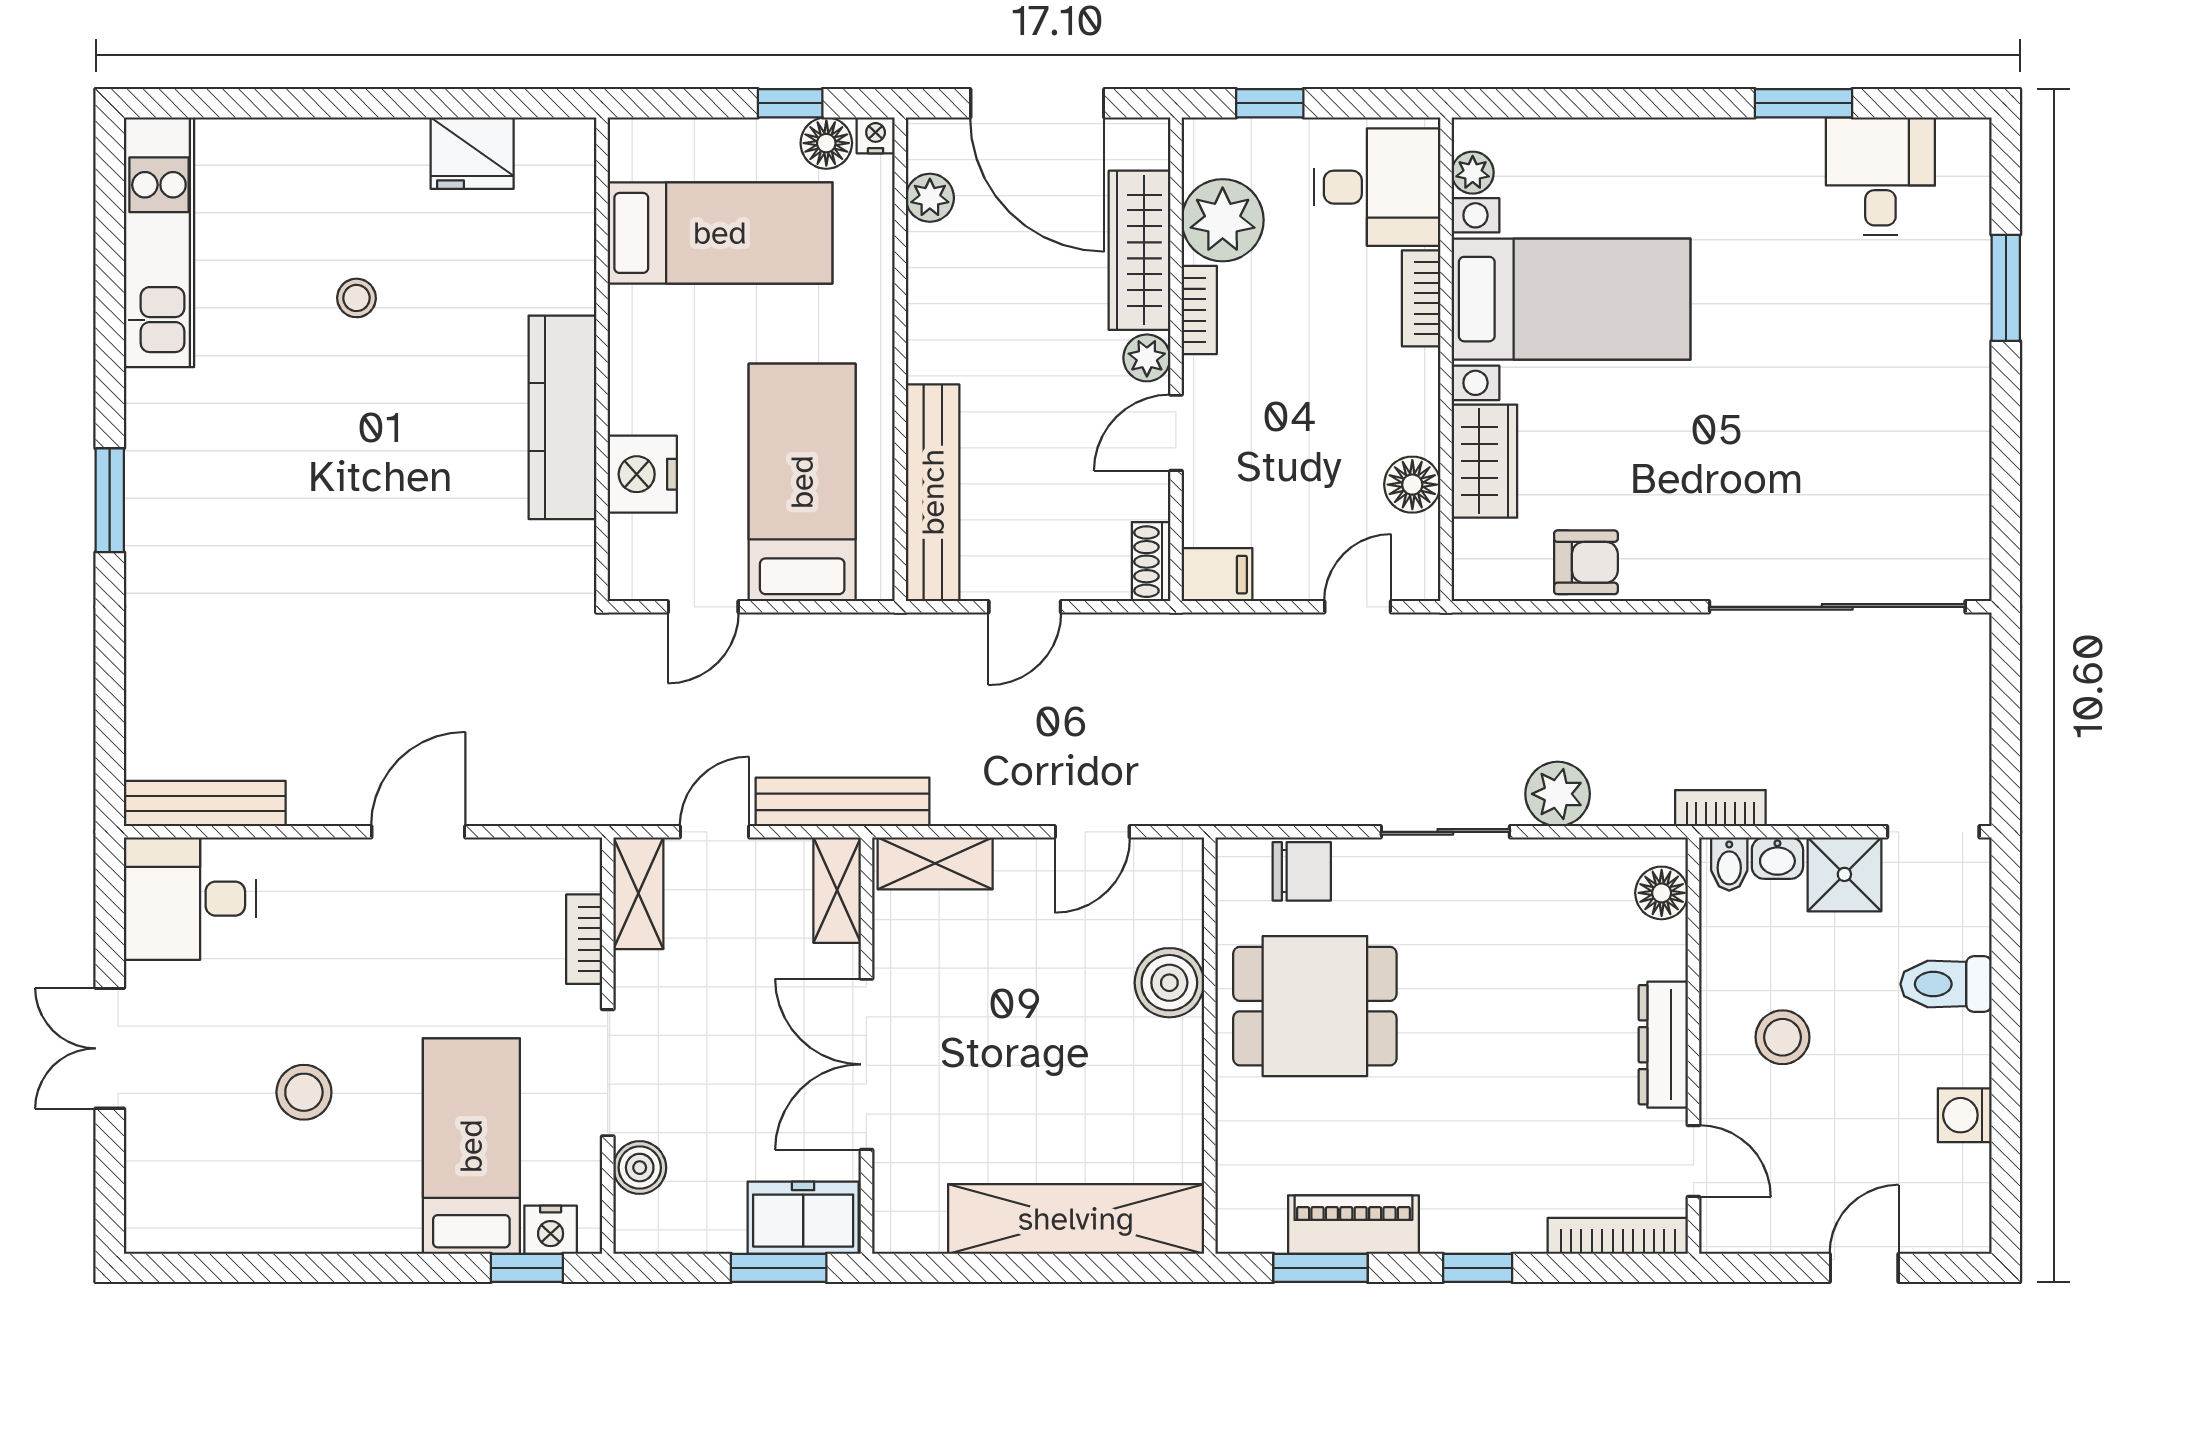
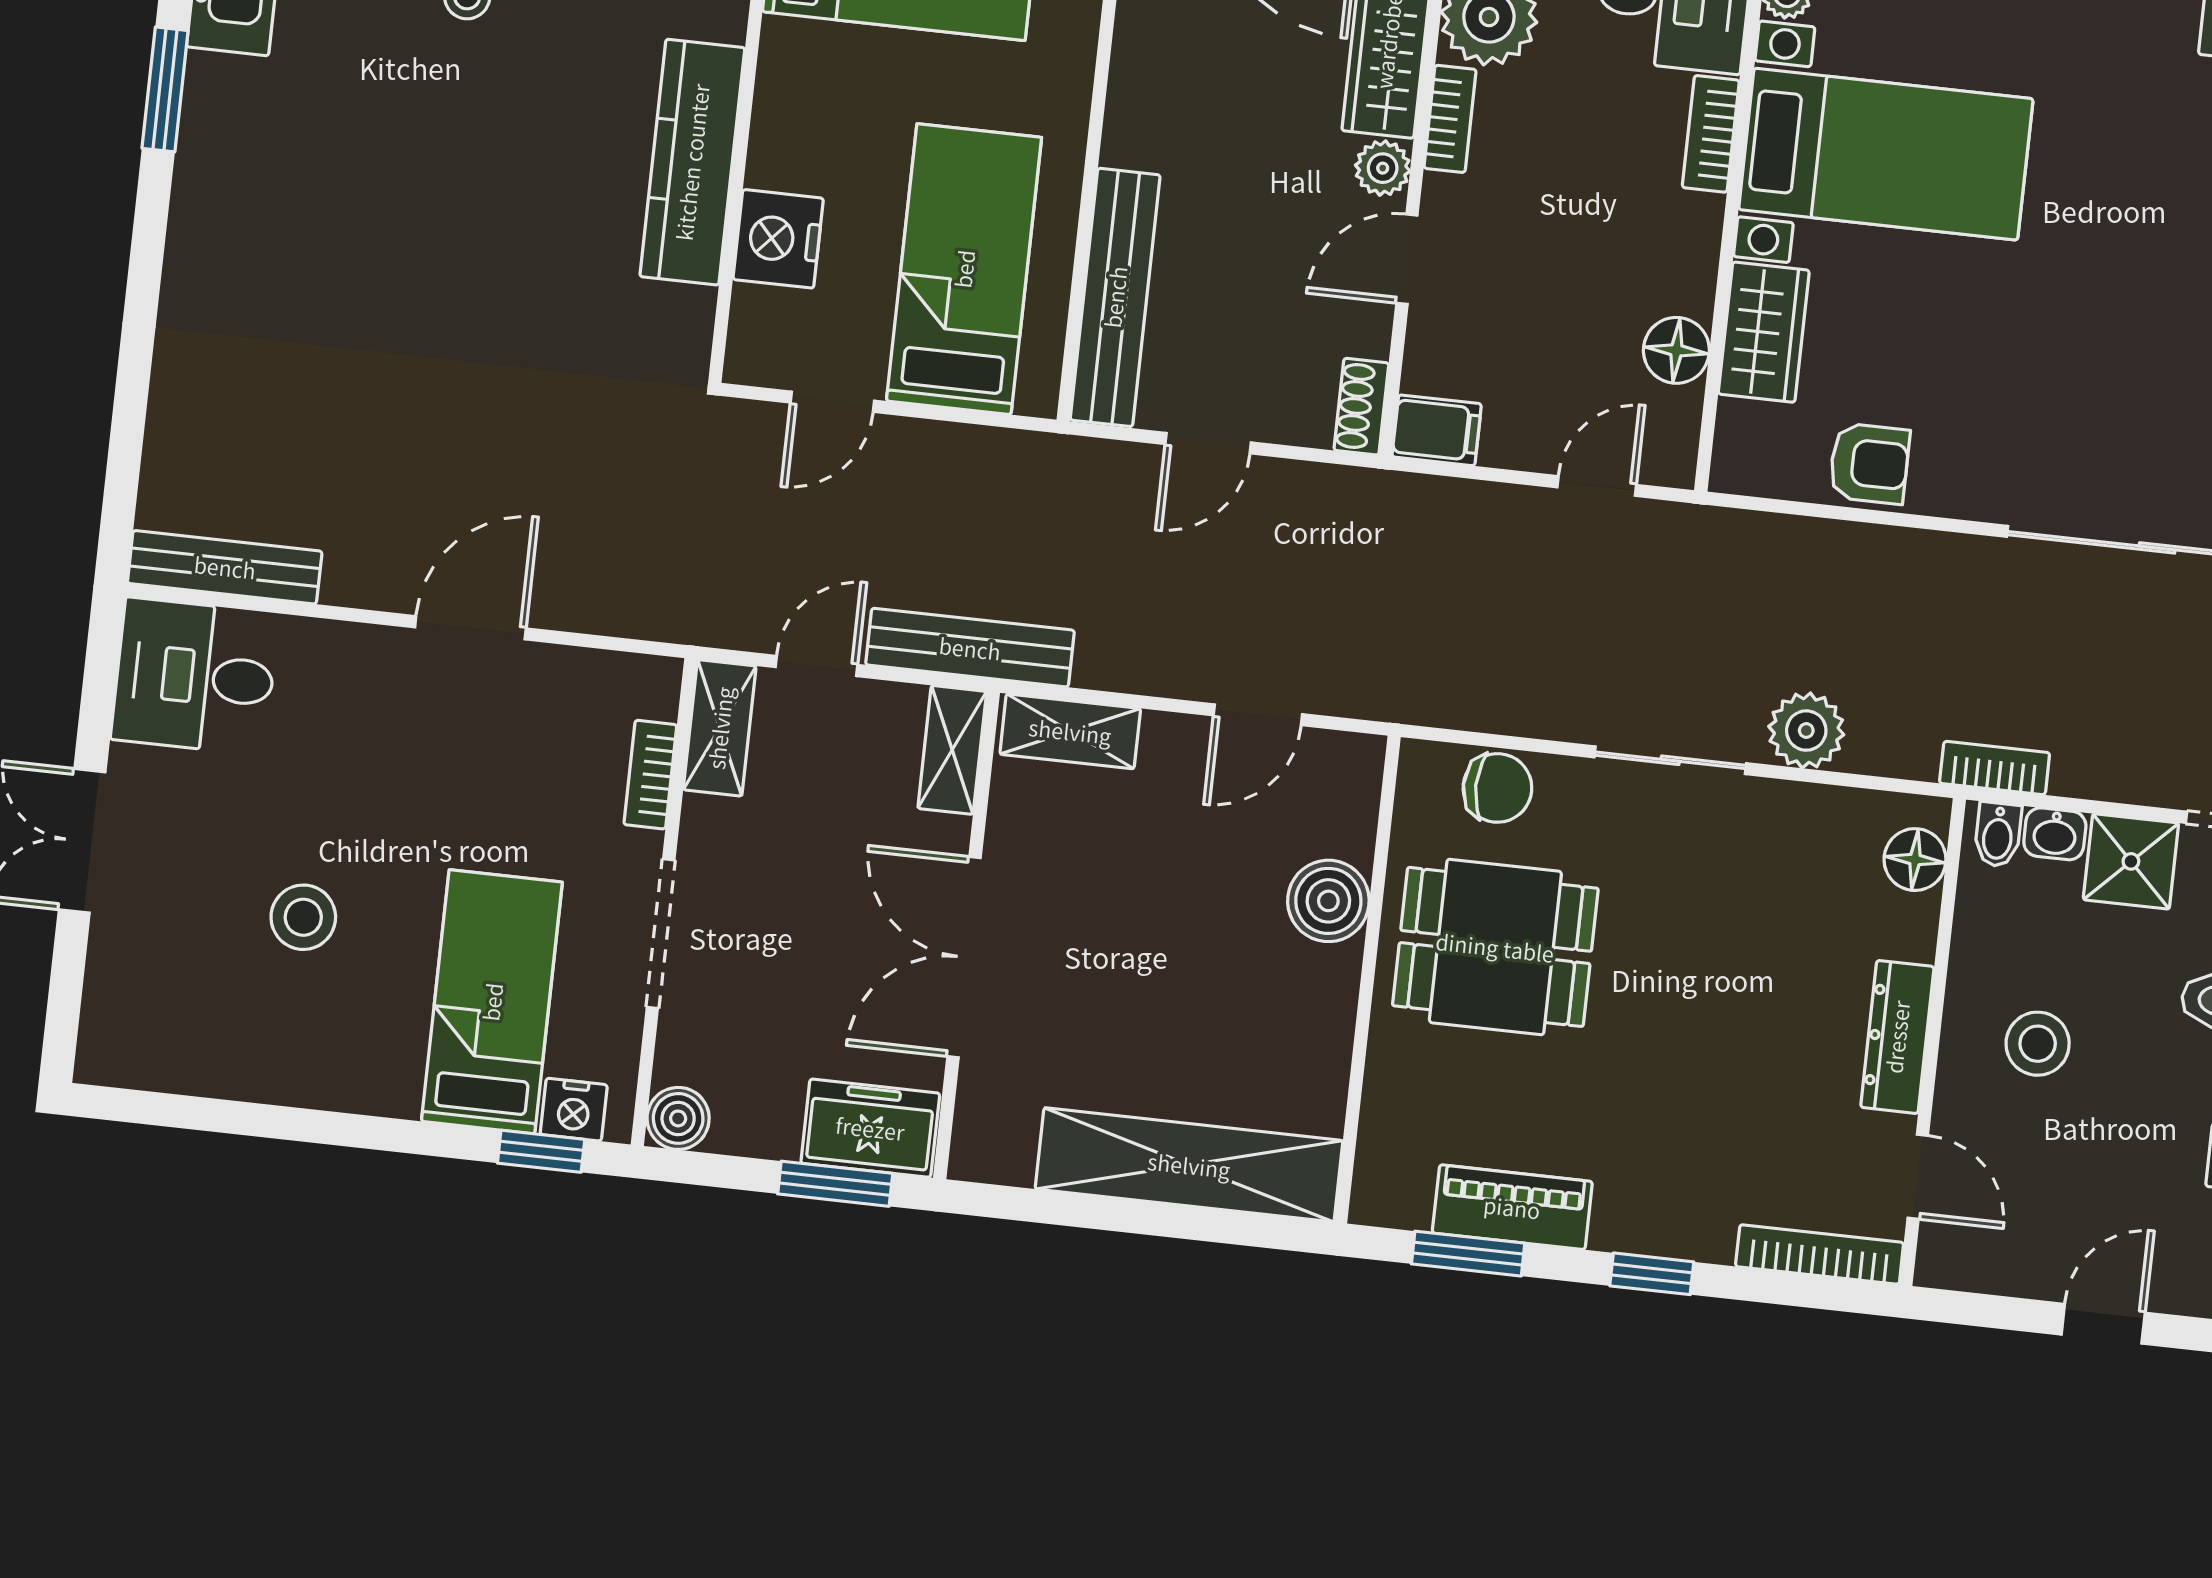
window: (110, 500) -> (165, 89), moved
boiler: (640, 1168) -> (678, 1118), moved

